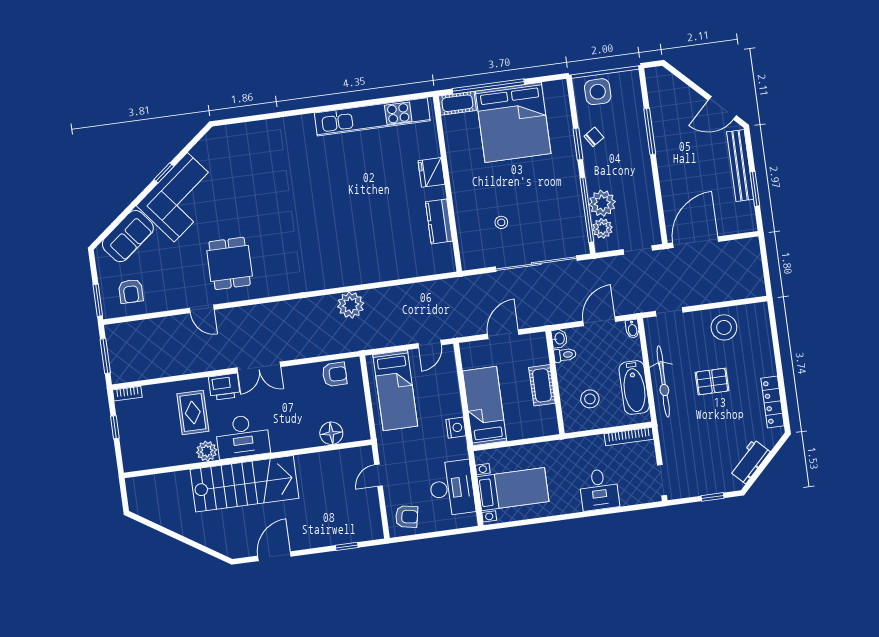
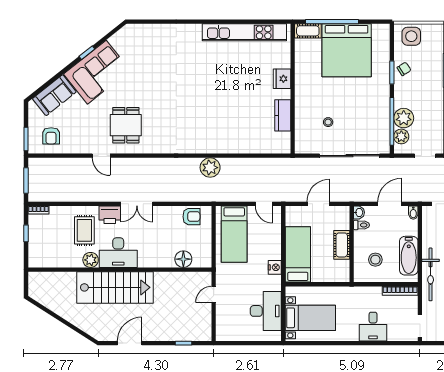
door: (430, 344) -> (264, 204), hinge flipped
bicycle: (663, 381) -> (431, 274), moved
armchair: (407, 517) -> (230, 327), removed

